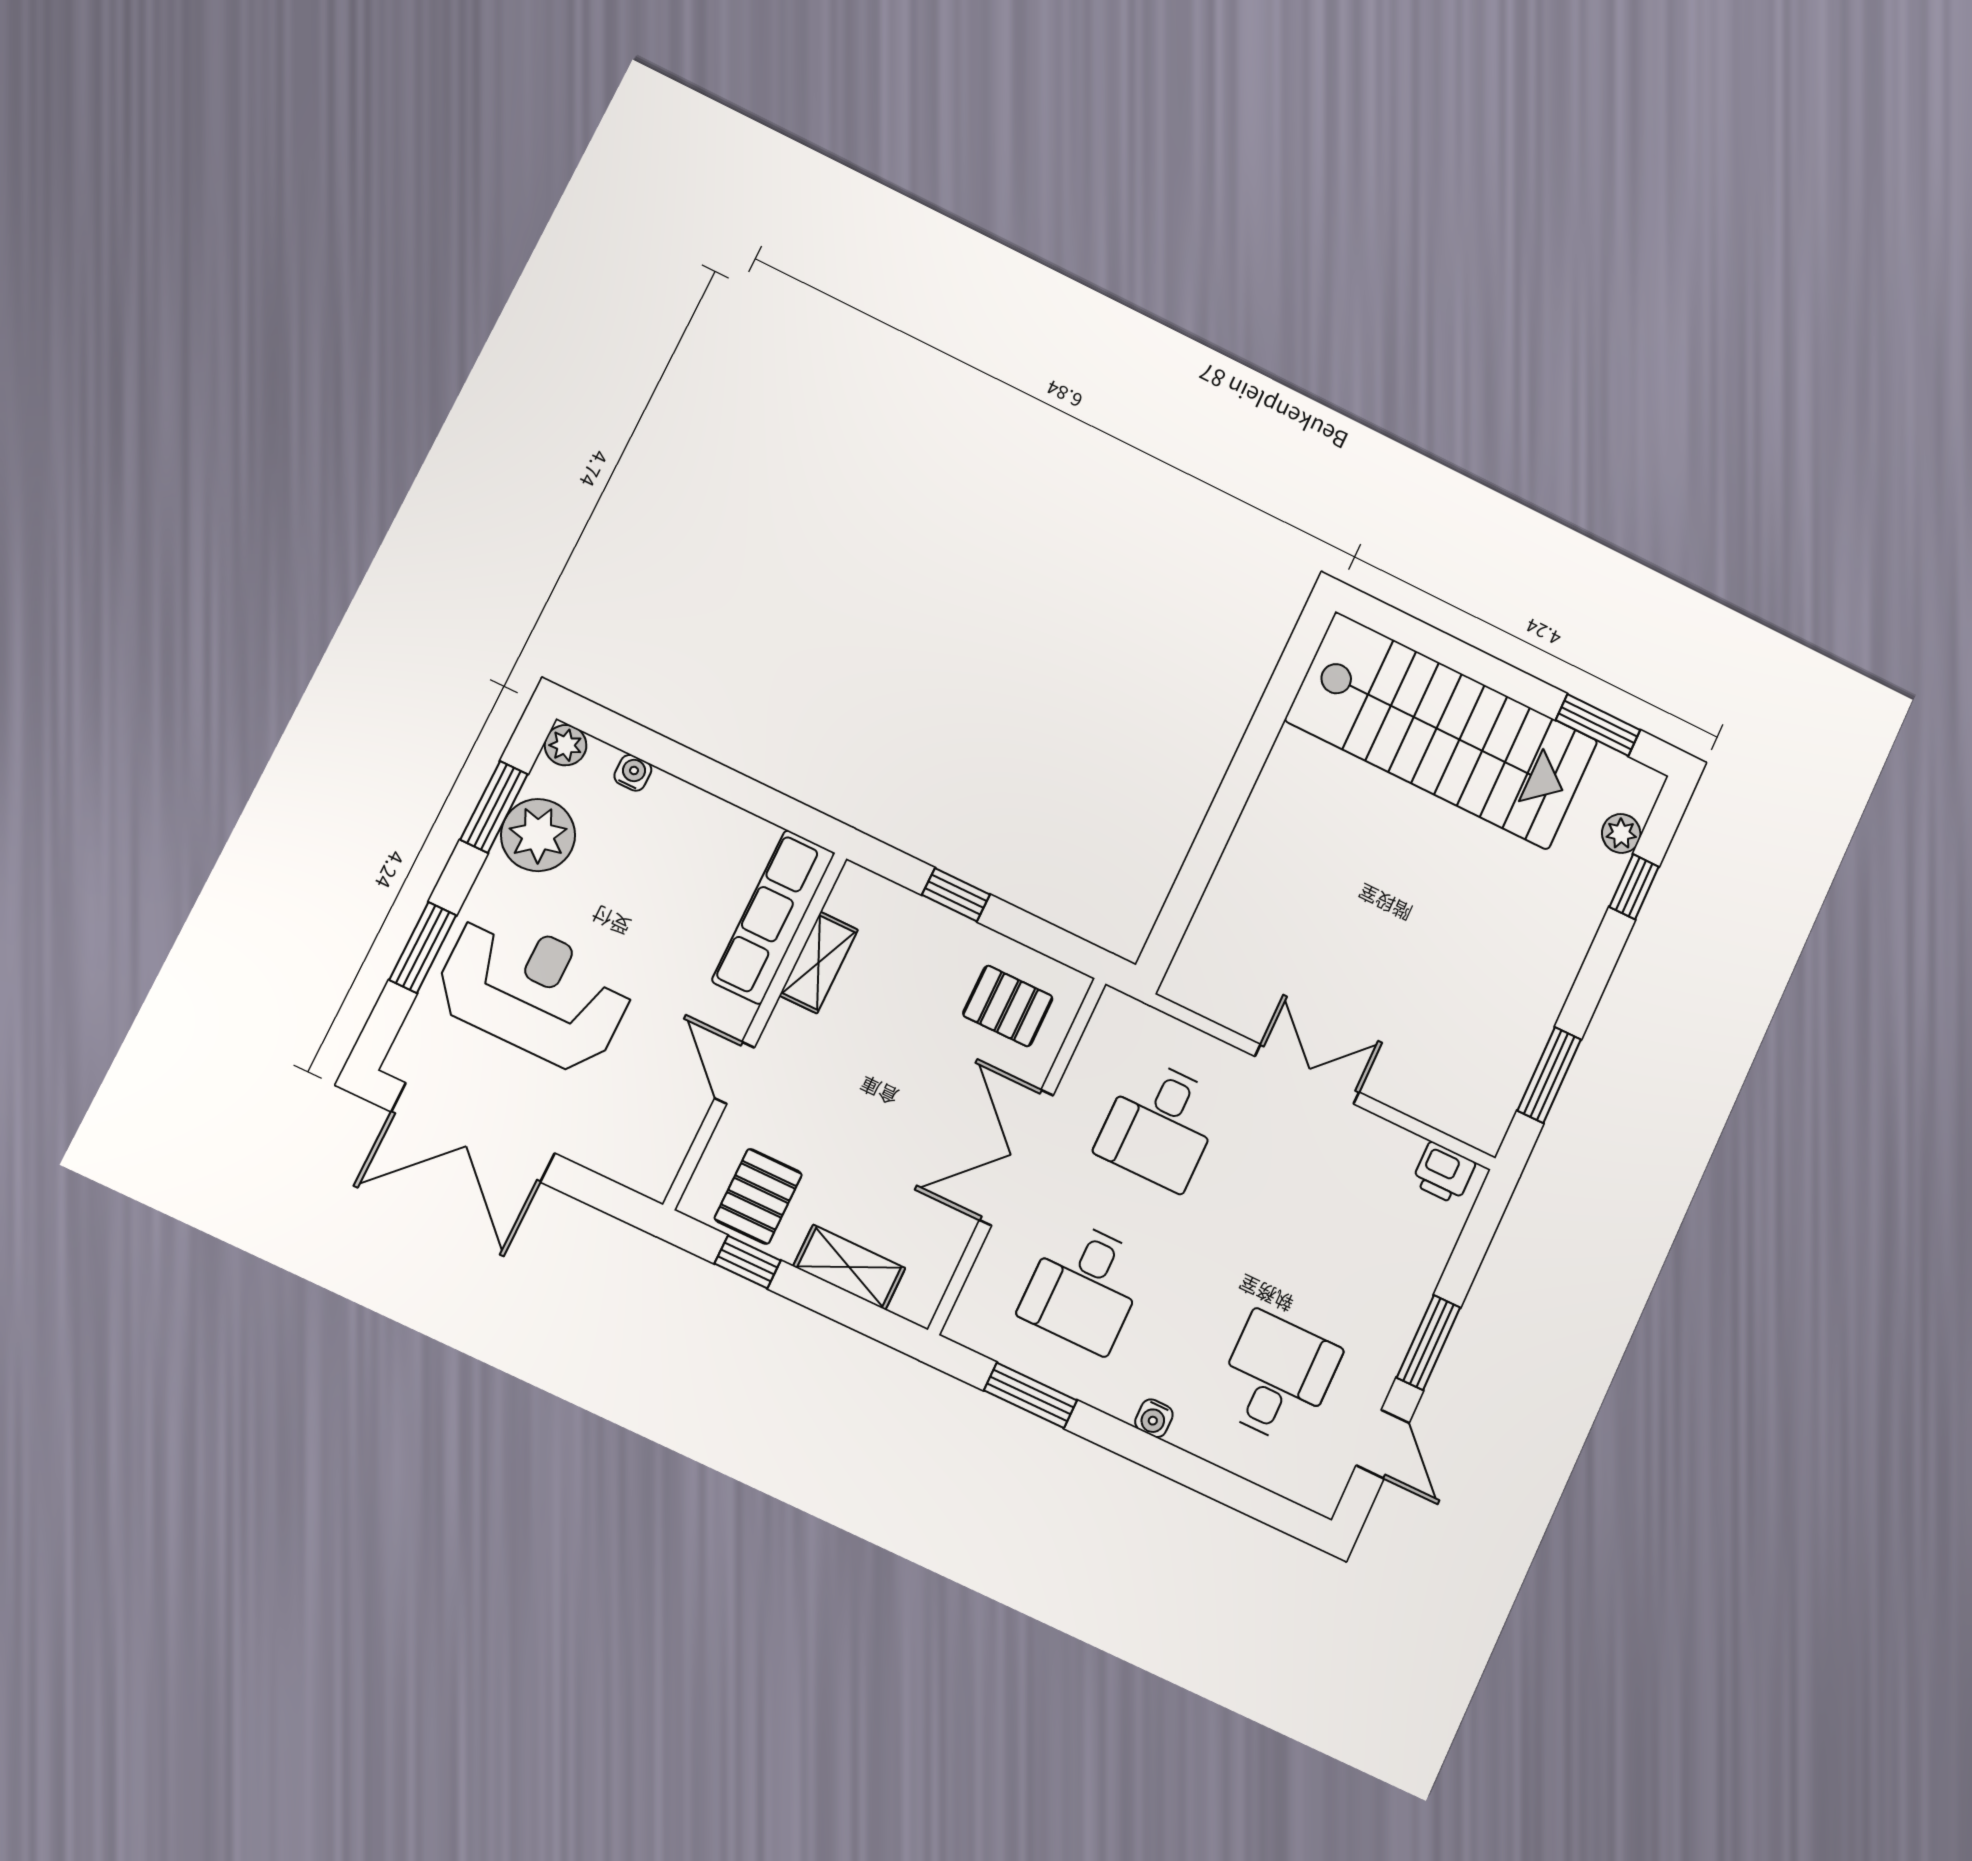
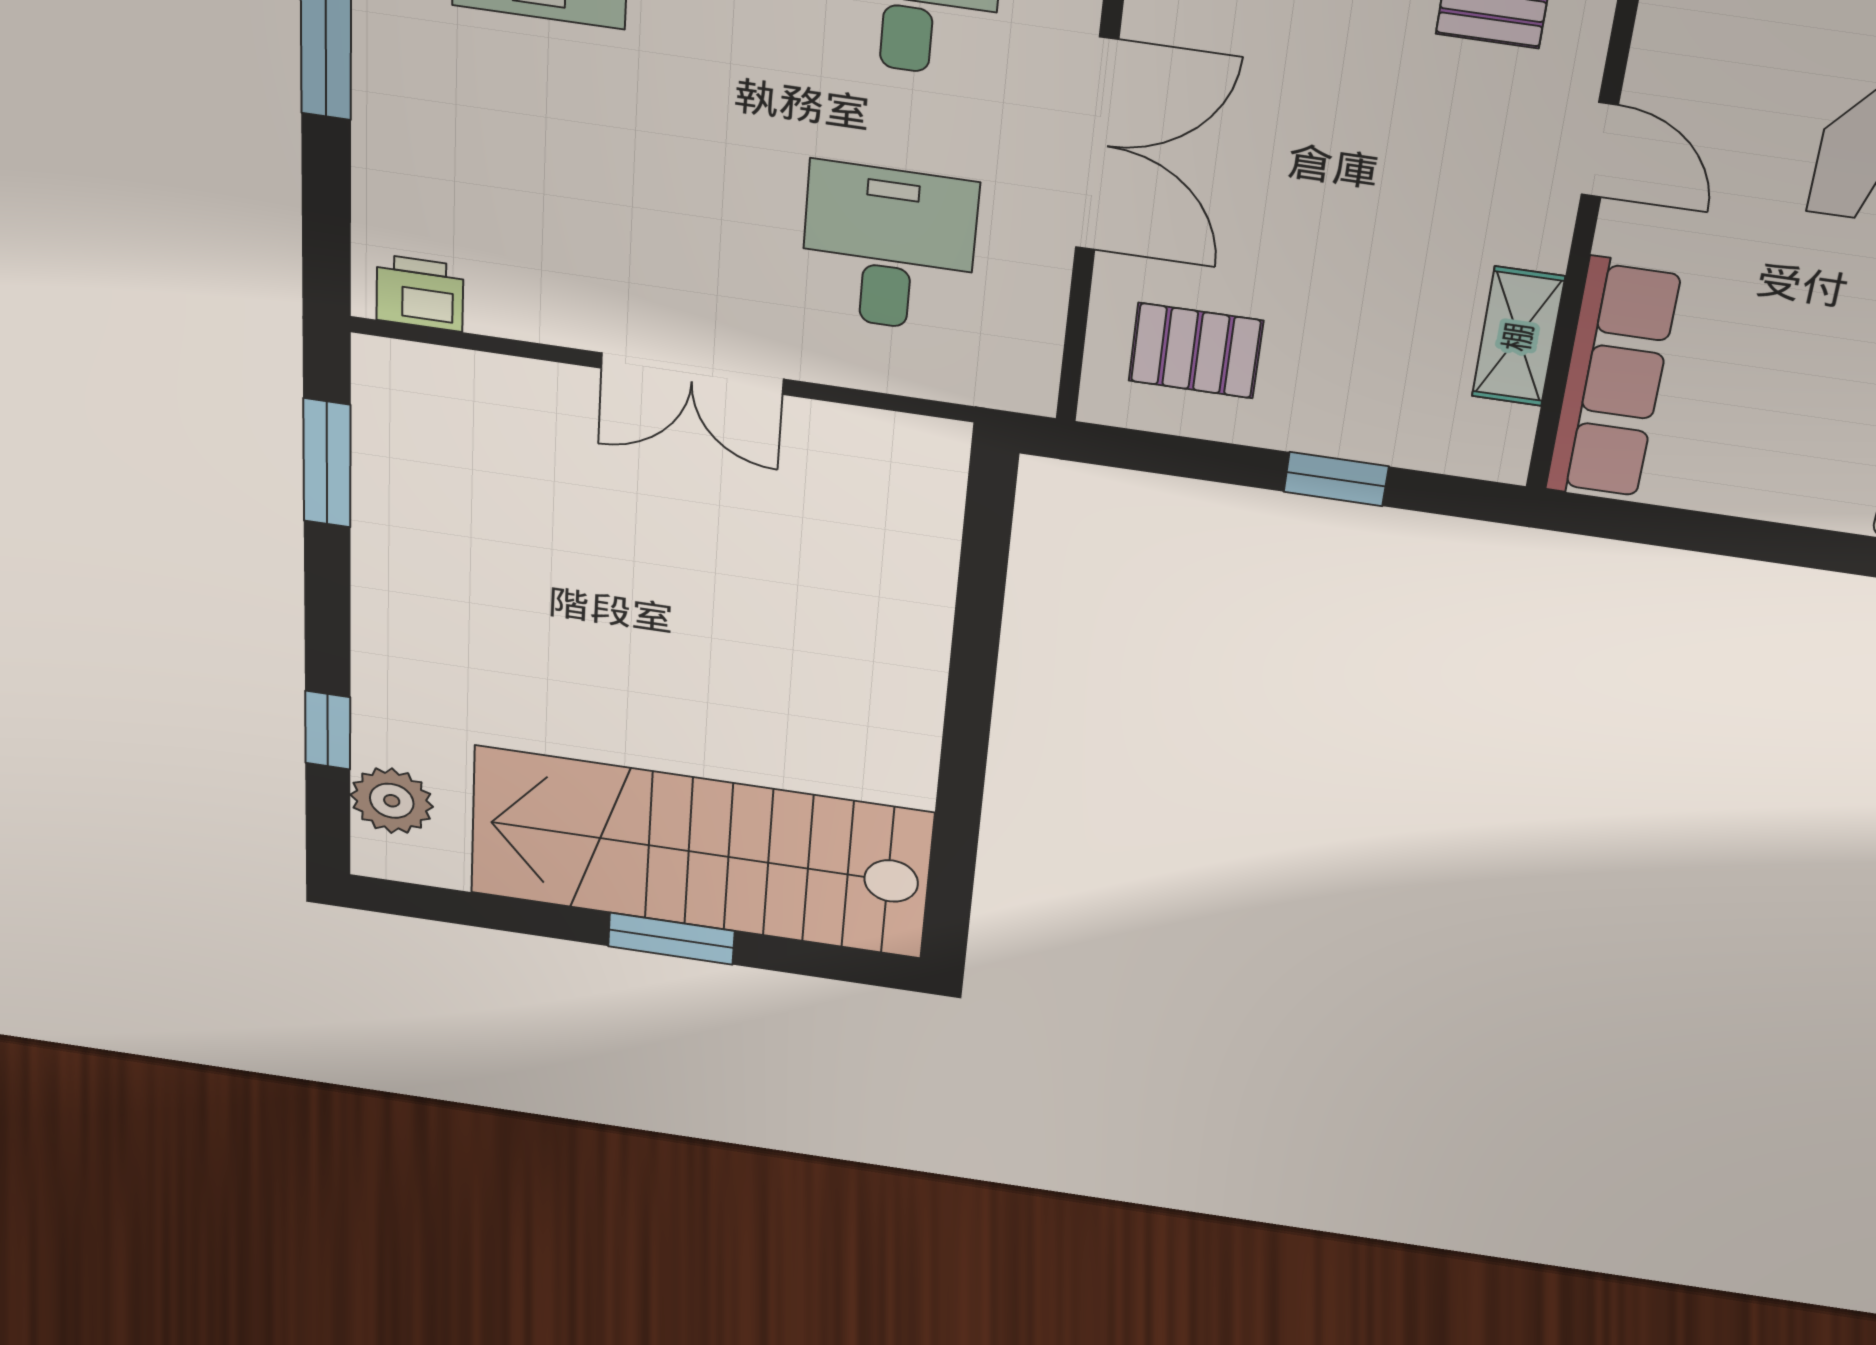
window: (1598, 725) -> (671, 939), moved
plant: (1621, 833) -> (392, 801), width x1.38, depth x1.38

